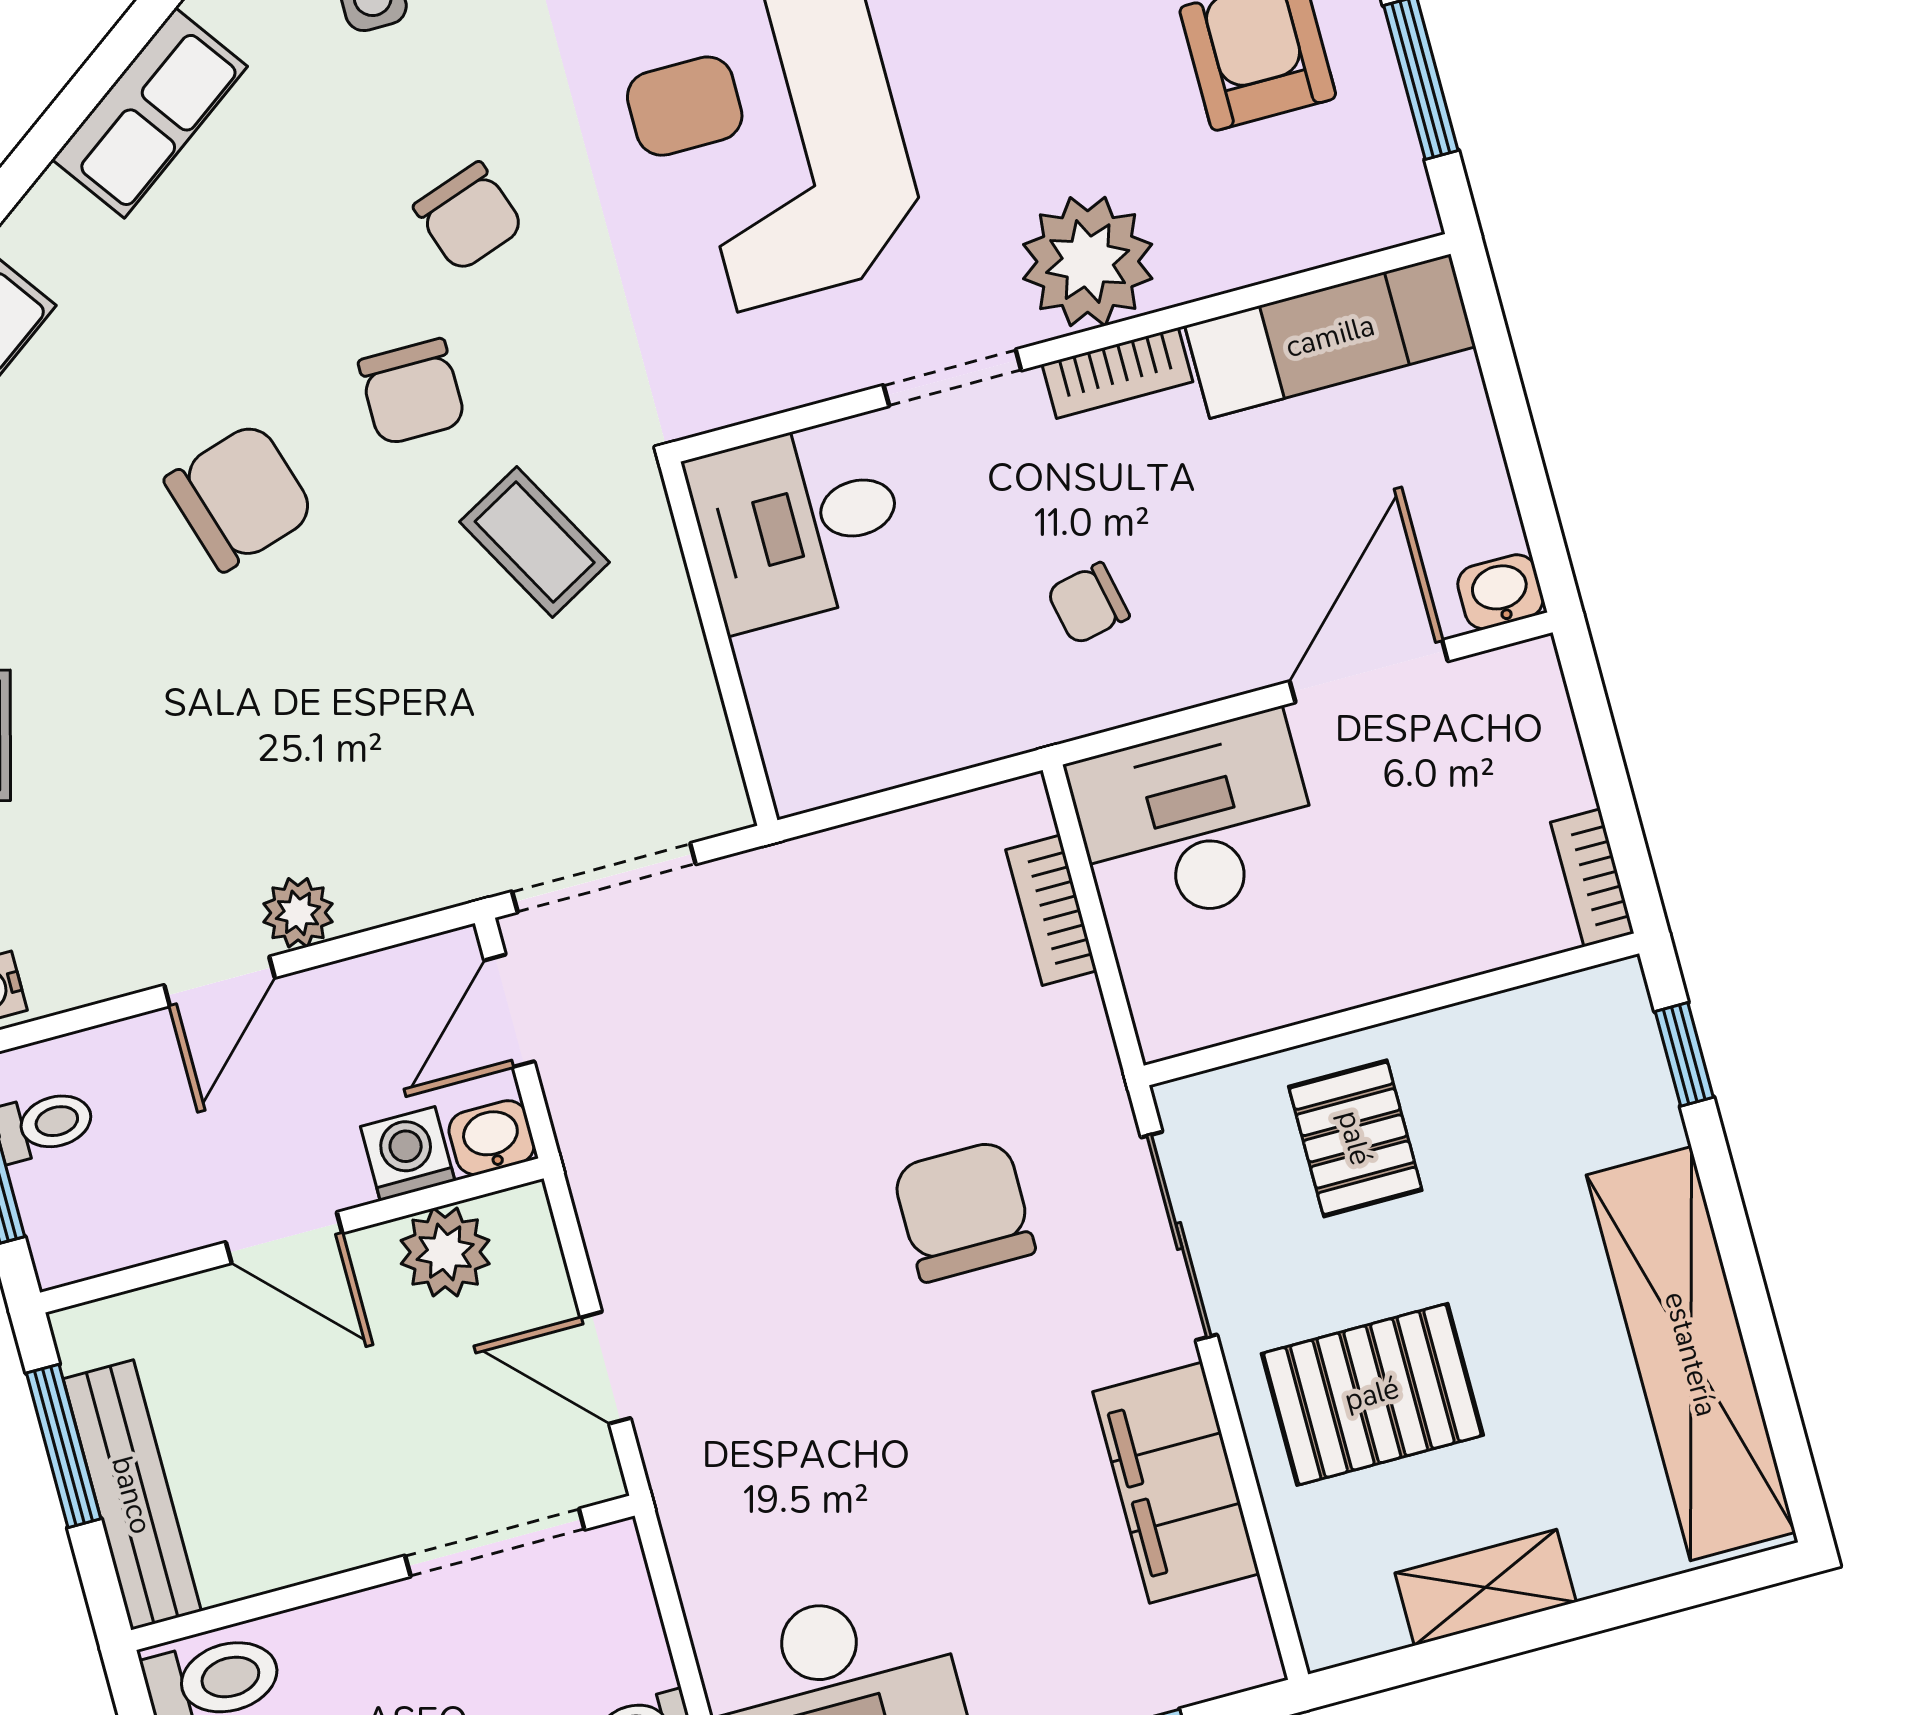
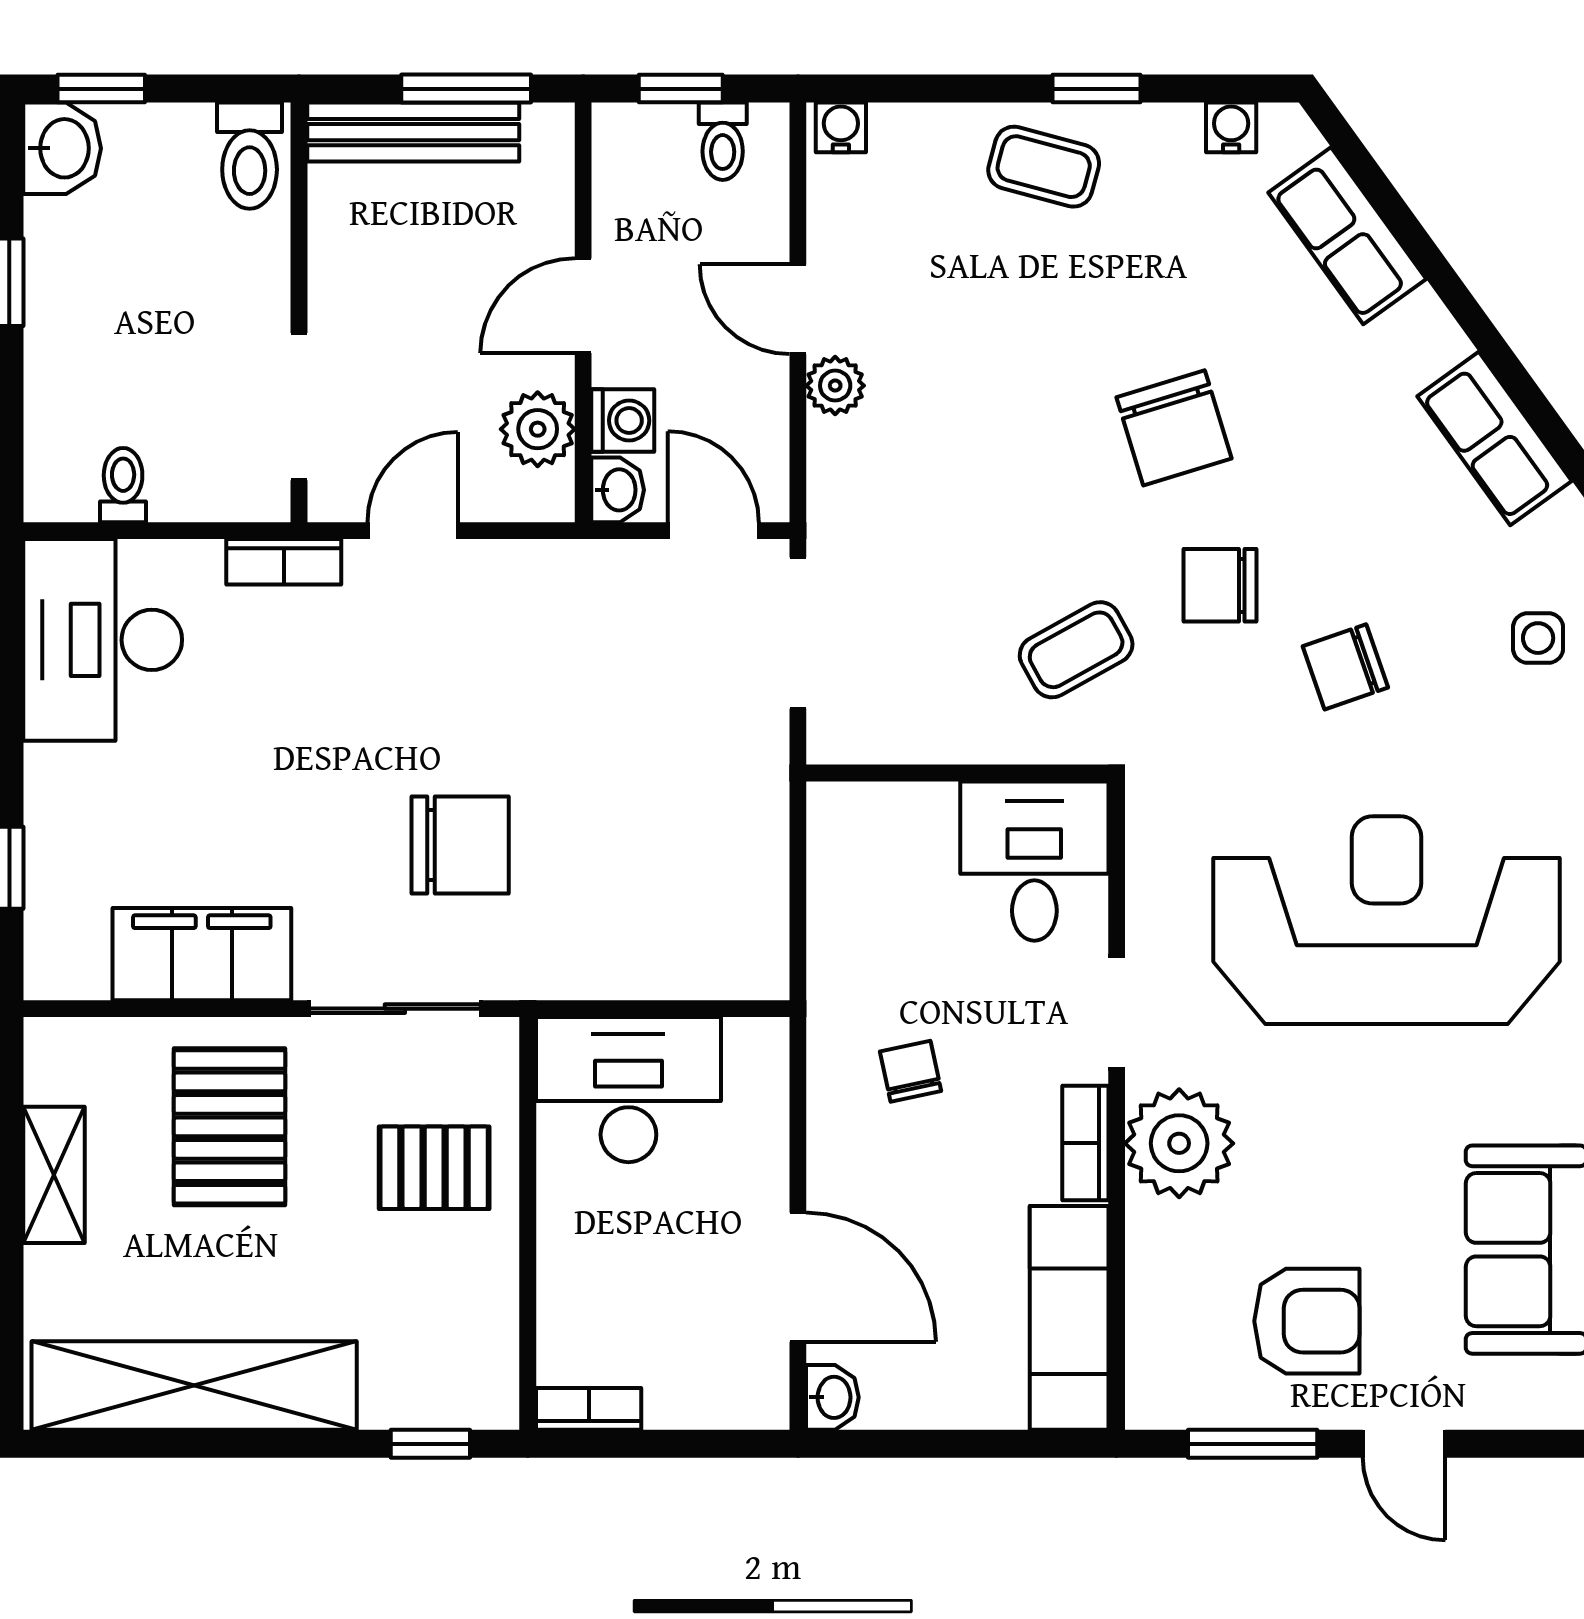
desk: (1195, 821) -> (628, 1090), moved, turned -90
bookcase: (1051, 910) -> (284, 562), moved, turned 180

